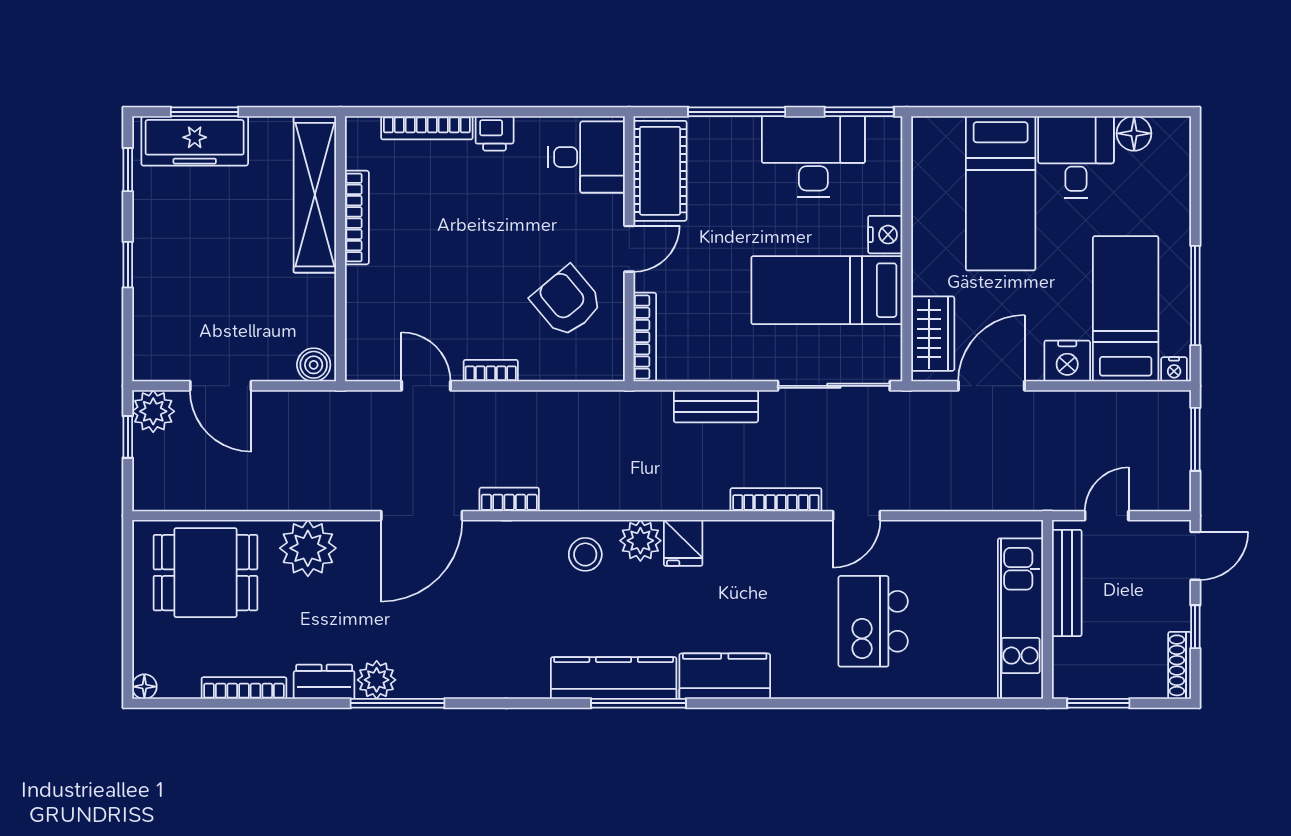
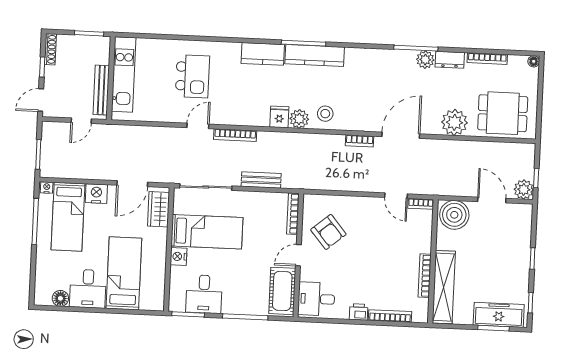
desk: (813, 157) -> (204, 294), width x0.73
boiler: (314, 365) -> (454, 215), width x1.86, depth x1.86
bookcase: (491, 371) -> (421, 204), moved

